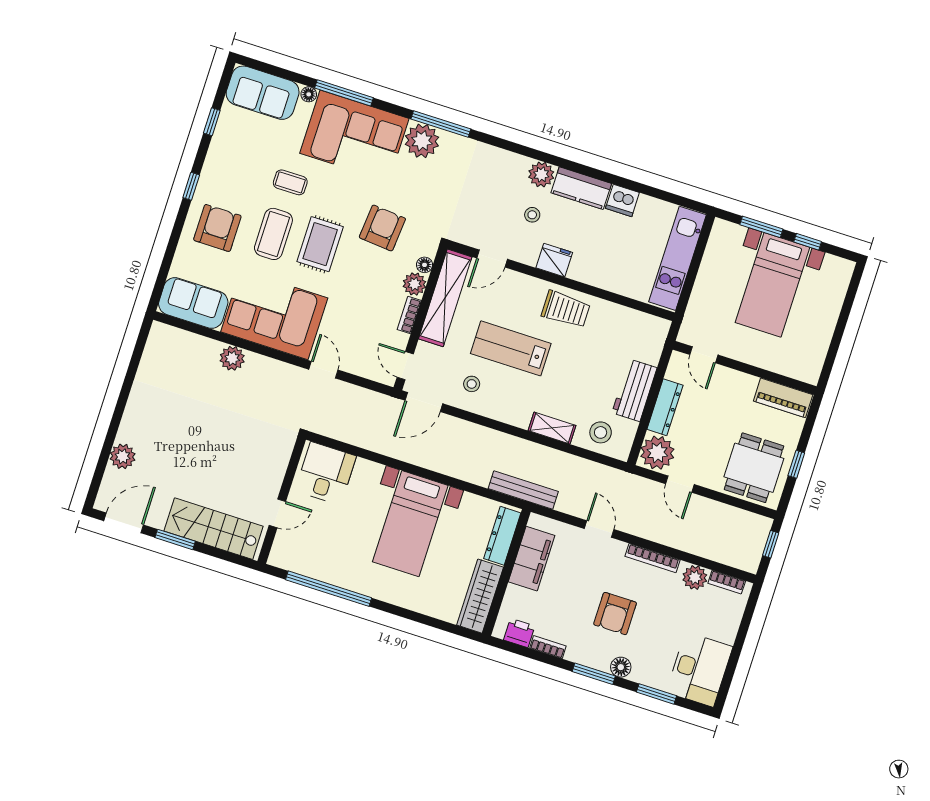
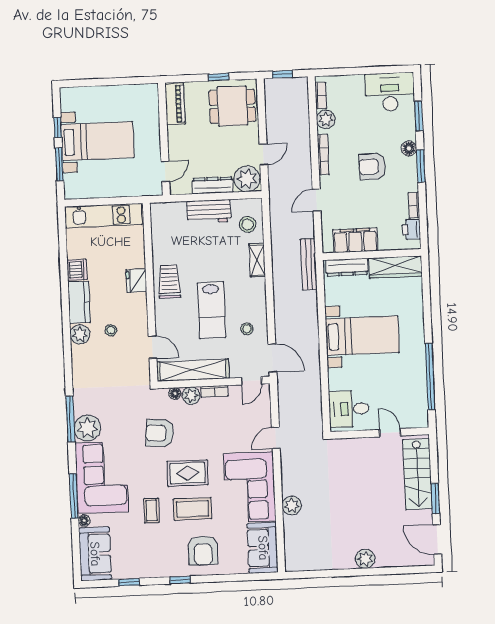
armchair: (217, 228) -> (203, 550), turned -90
fridge: (554, 260) -> (136, 281), moved
plant: (123, 456) -> (365, 559), moved
armchair: (615, 614) -> (372, 167), turned 180

